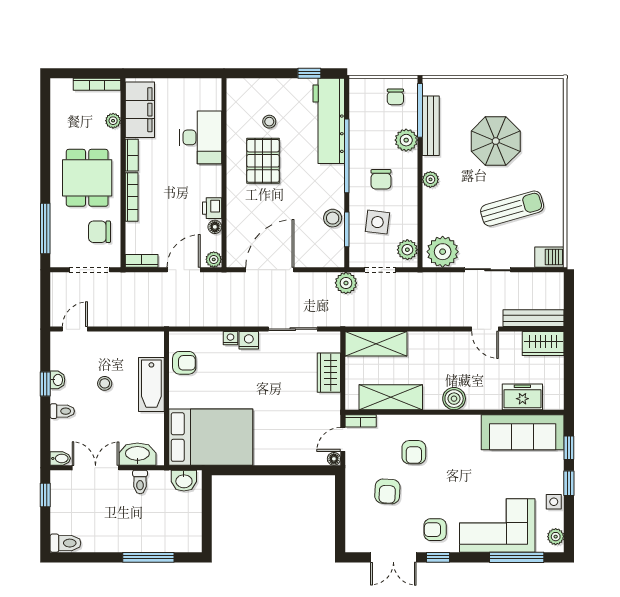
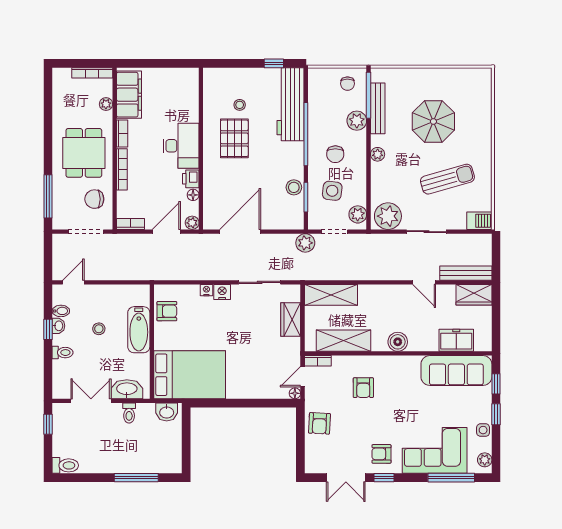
desk: (201, 137) -> (181, 146), moved
bidet: (60, 458) -> (61, 311), moved
armchair: (387, 491) -> (319, 423), moved

